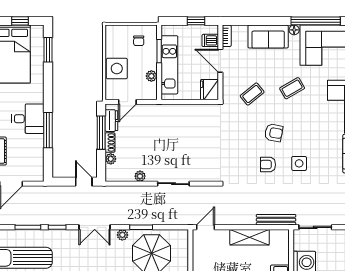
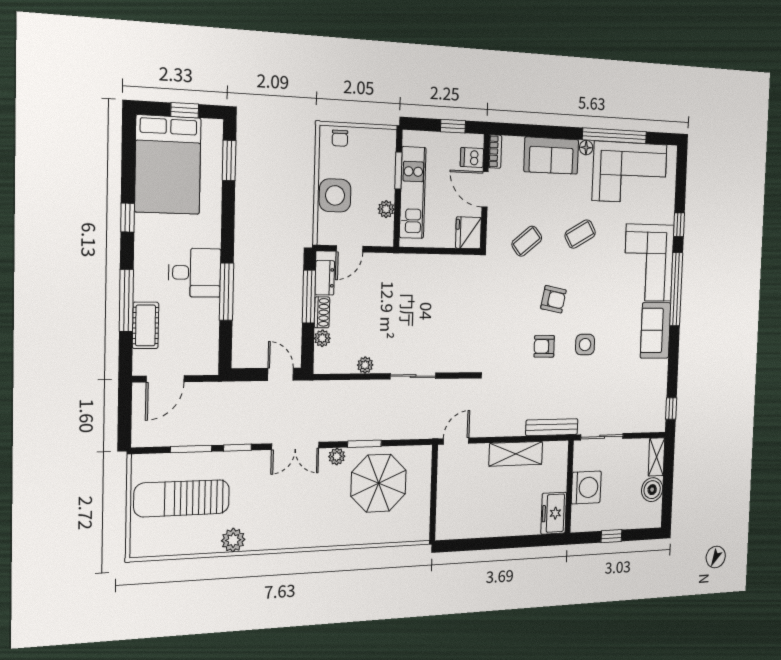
chair: (139, 41) -> (340, 138), moved

